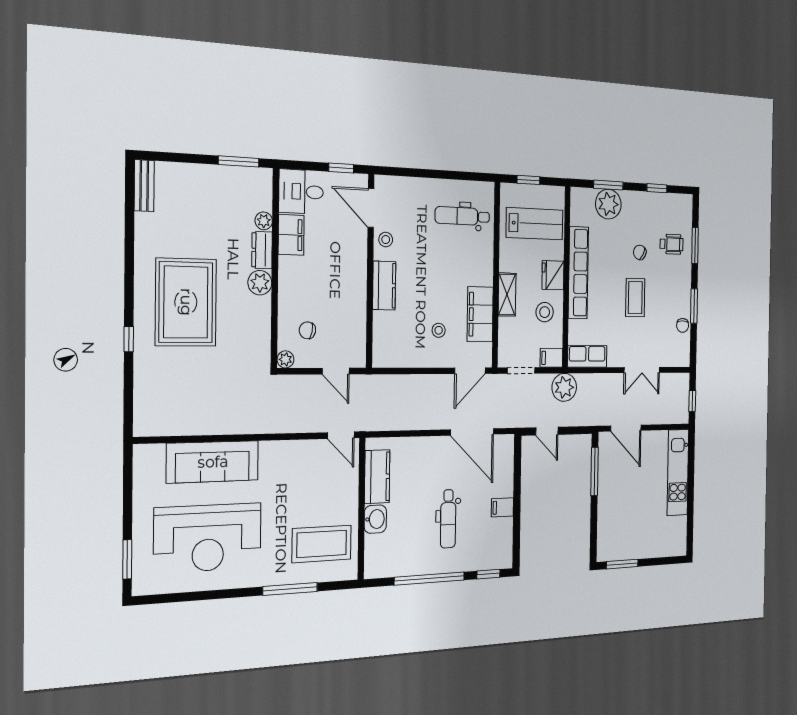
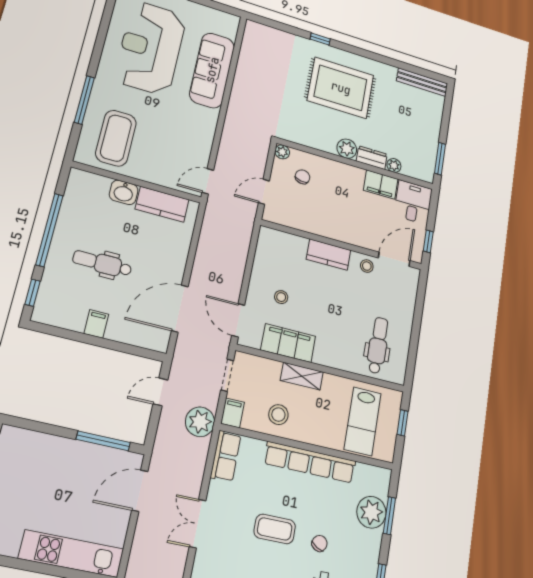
bench: (144, 186) -> (422, 82), width x1.36
fridge: (553, 275) -> (312, 432), removed

